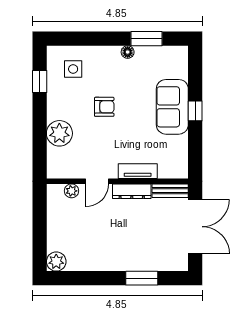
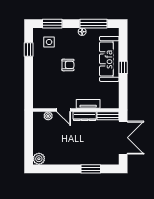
window: (78, 39) -> (52, 24), added
window: (146, 39) -> (94, 24), width x1.44
sofa: (172, 107) -> (109, 59), width x1.36
plant: (59, 133) -> (41, 81), removed
door: (97, 181) -> (64, 110), hinge flipped

